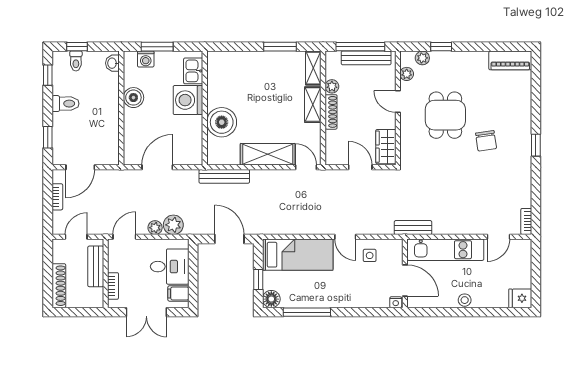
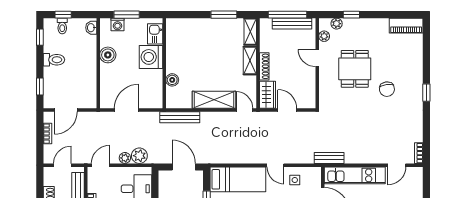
plant: (332, 86) -> (265, 46), removed
boiler: (222, 122) -> (172, 80), width x0.54, depth x0.54
wardrobe: (386, 147) -> (267, 95), moved, turned 180

